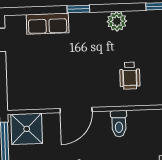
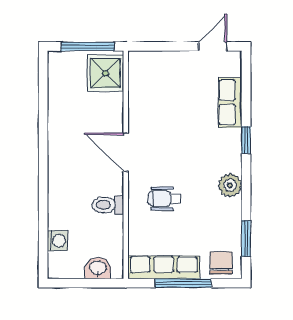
door: (76, 110) -> (126, 152), moved
toilet: (119, 124) -> (108, 205), moved

